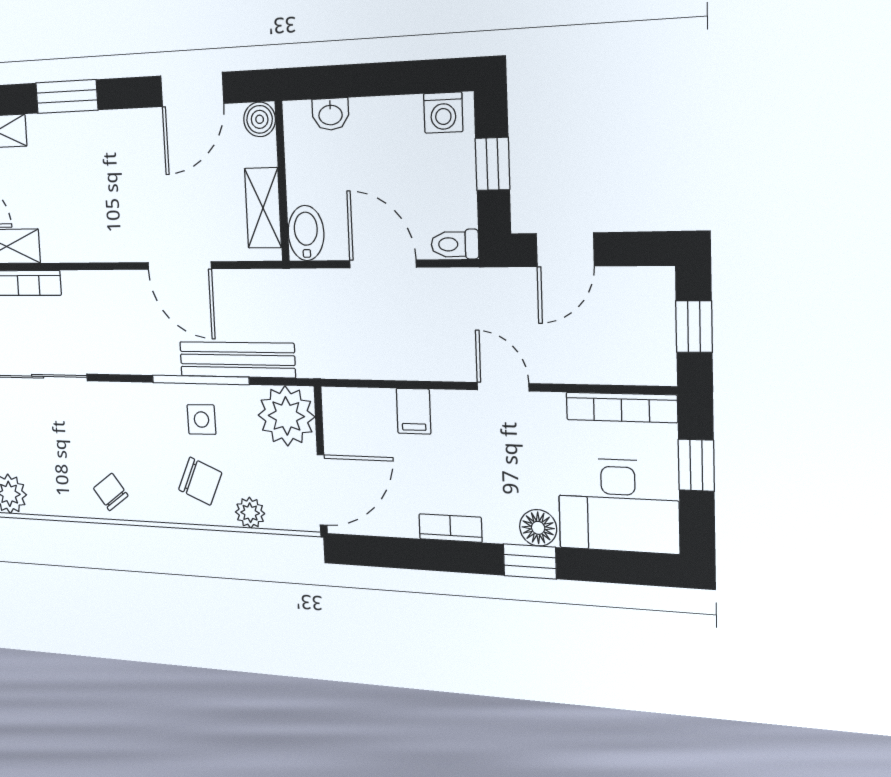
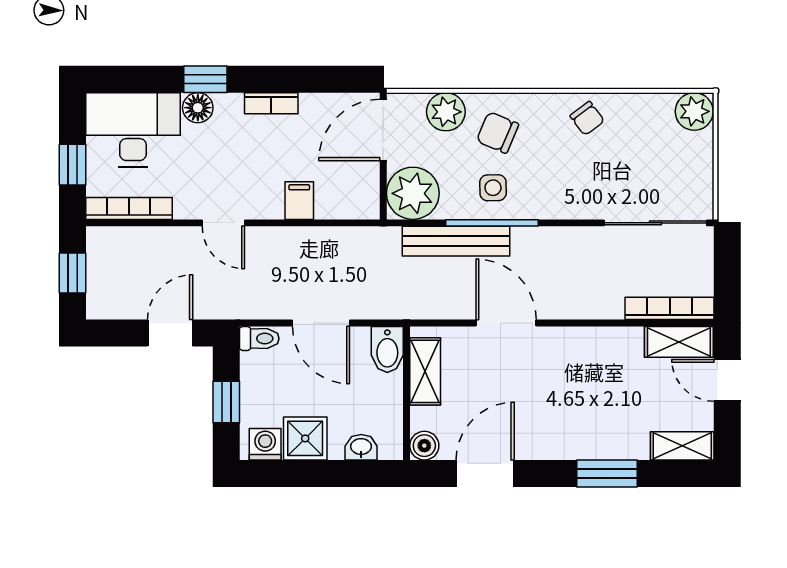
shower: (396, 122) -> (305, 438), added
plant: (250, 513) -> (446, 112), width x1.38, depth x1.38

